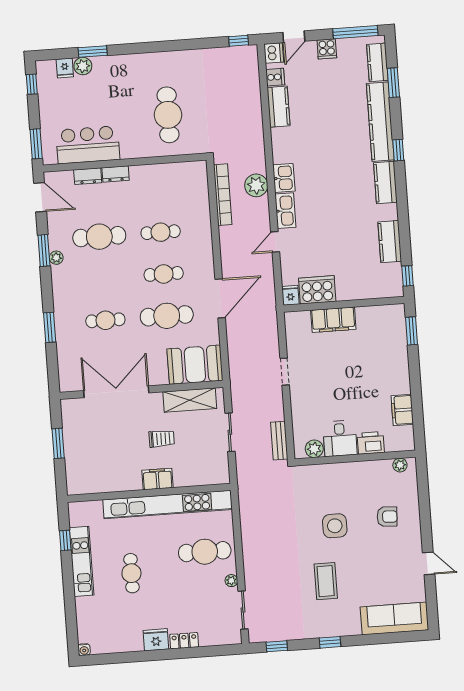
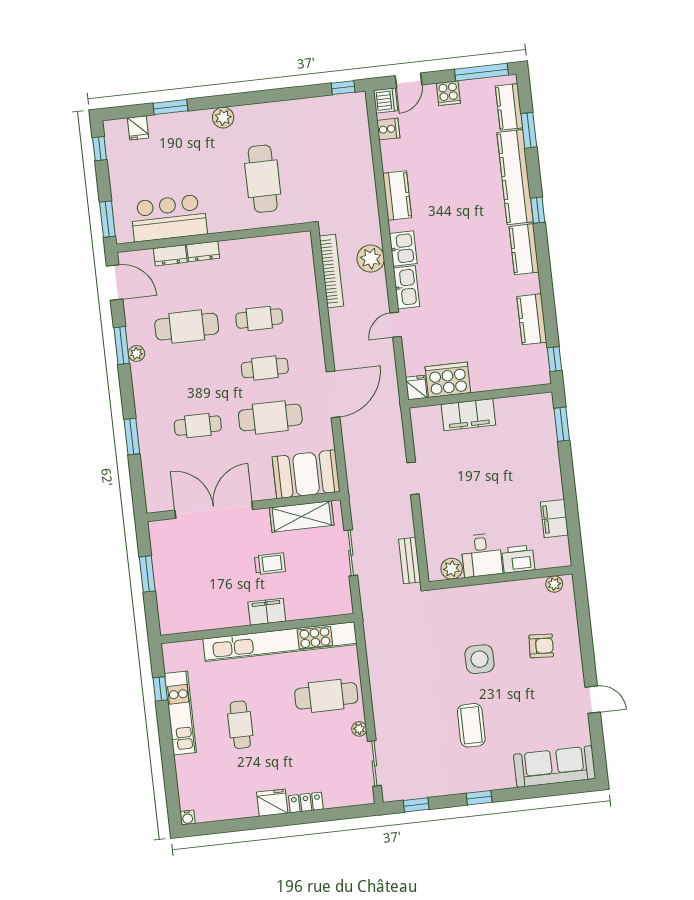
plant: (83, 66) -> (223, 118), moved
kitchen counter: (279, 107) -> (397, 196), moved

